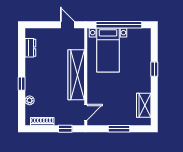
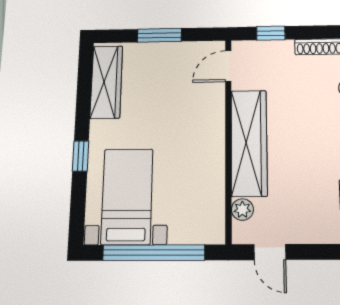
plant: (79, 44) -> (242, 210), added
bed with nightstands: (108, 50) -> (127, 196), moved
wardrobe: (144, 105) -> (106, 82), width x1.50

